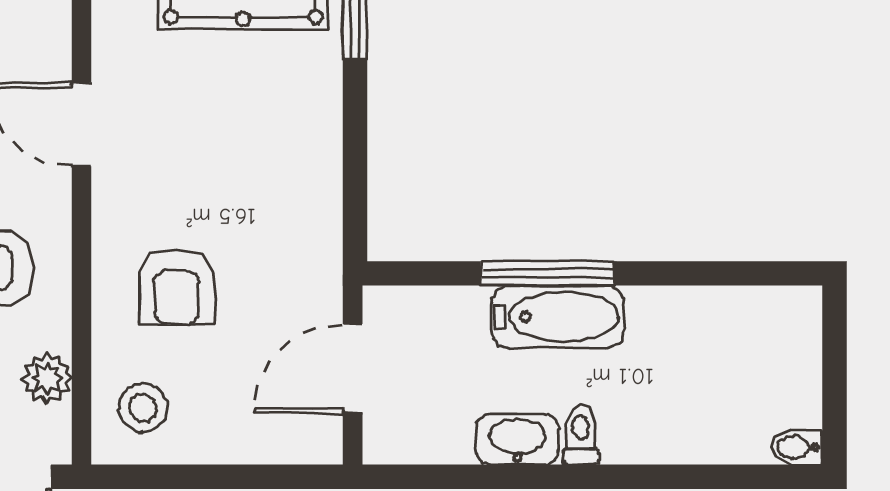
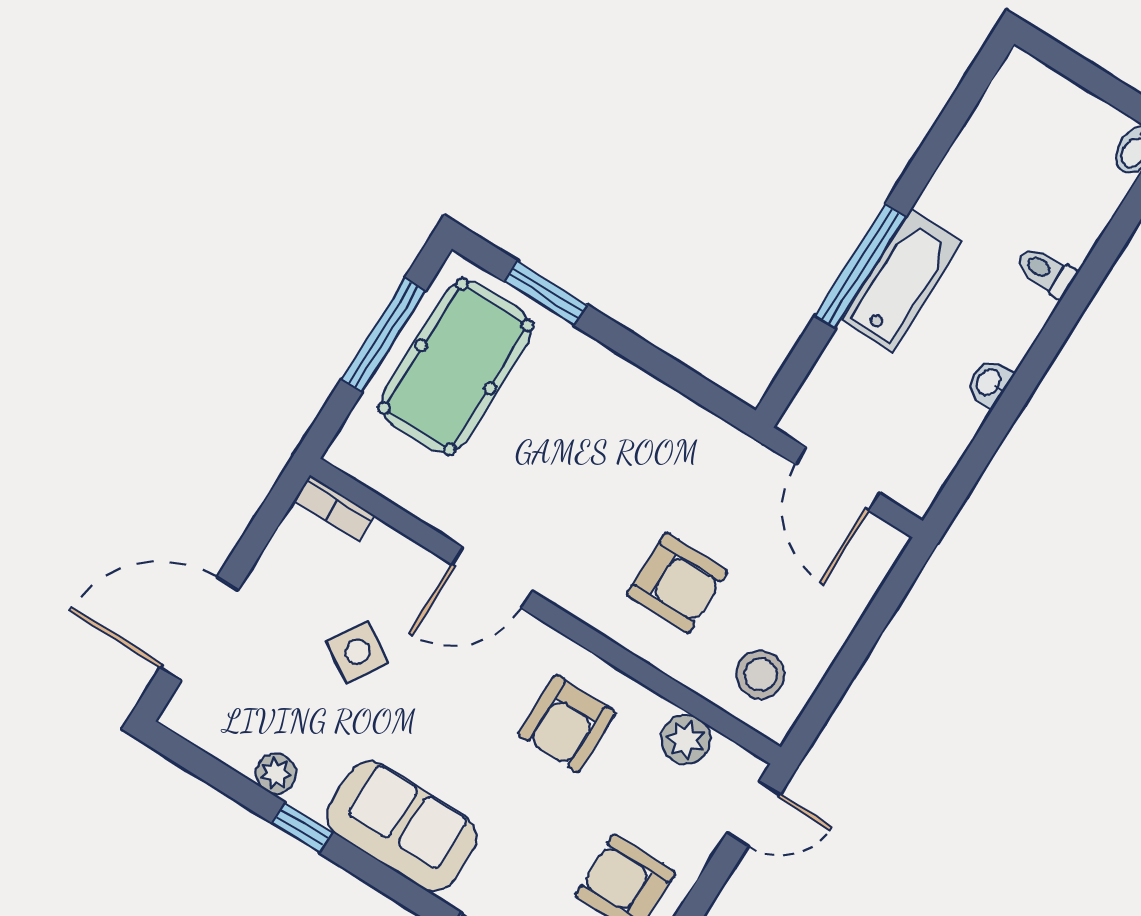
toilet: (581, 435) -> (1046, 271), moved
washbasin: (517, 439) -> (989, 383), width x0.52, depth x0.69

